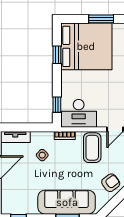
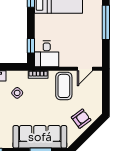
desk: (79, 113) -> (47, 54), width x0.73

